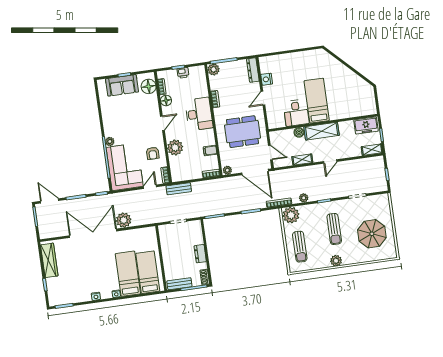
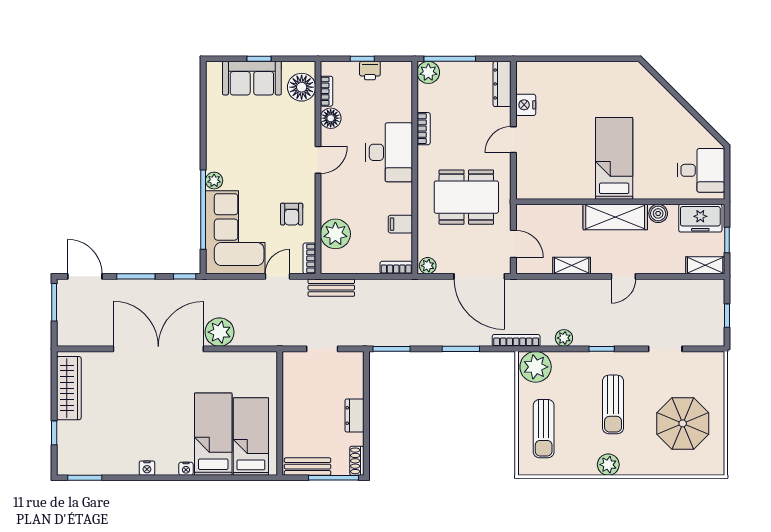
desk: (296, 113) -> (701, 170), moved, turned -90
boiler: (299, 132) -> (658, 213), moved
plant: (175, 147) -> (335, 234), moved

